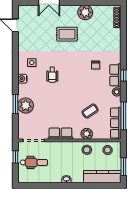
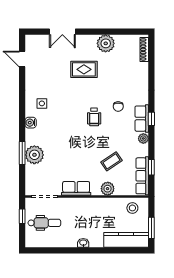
wheelchair: (52, 75) -> (94, 117), moved
window: (123, 116) -> (151, 167), width x0.46
stool: (87, 150) -> (108, 208), removed

